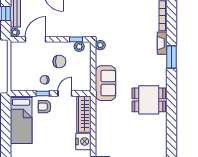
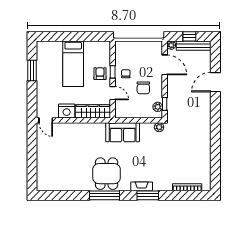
fireplace: (162, 43) -> (142, 186), moved
window: (171, 102) -> (105, 195), added
bed: (21, 120) -> (73, 64), moved, turned -90

